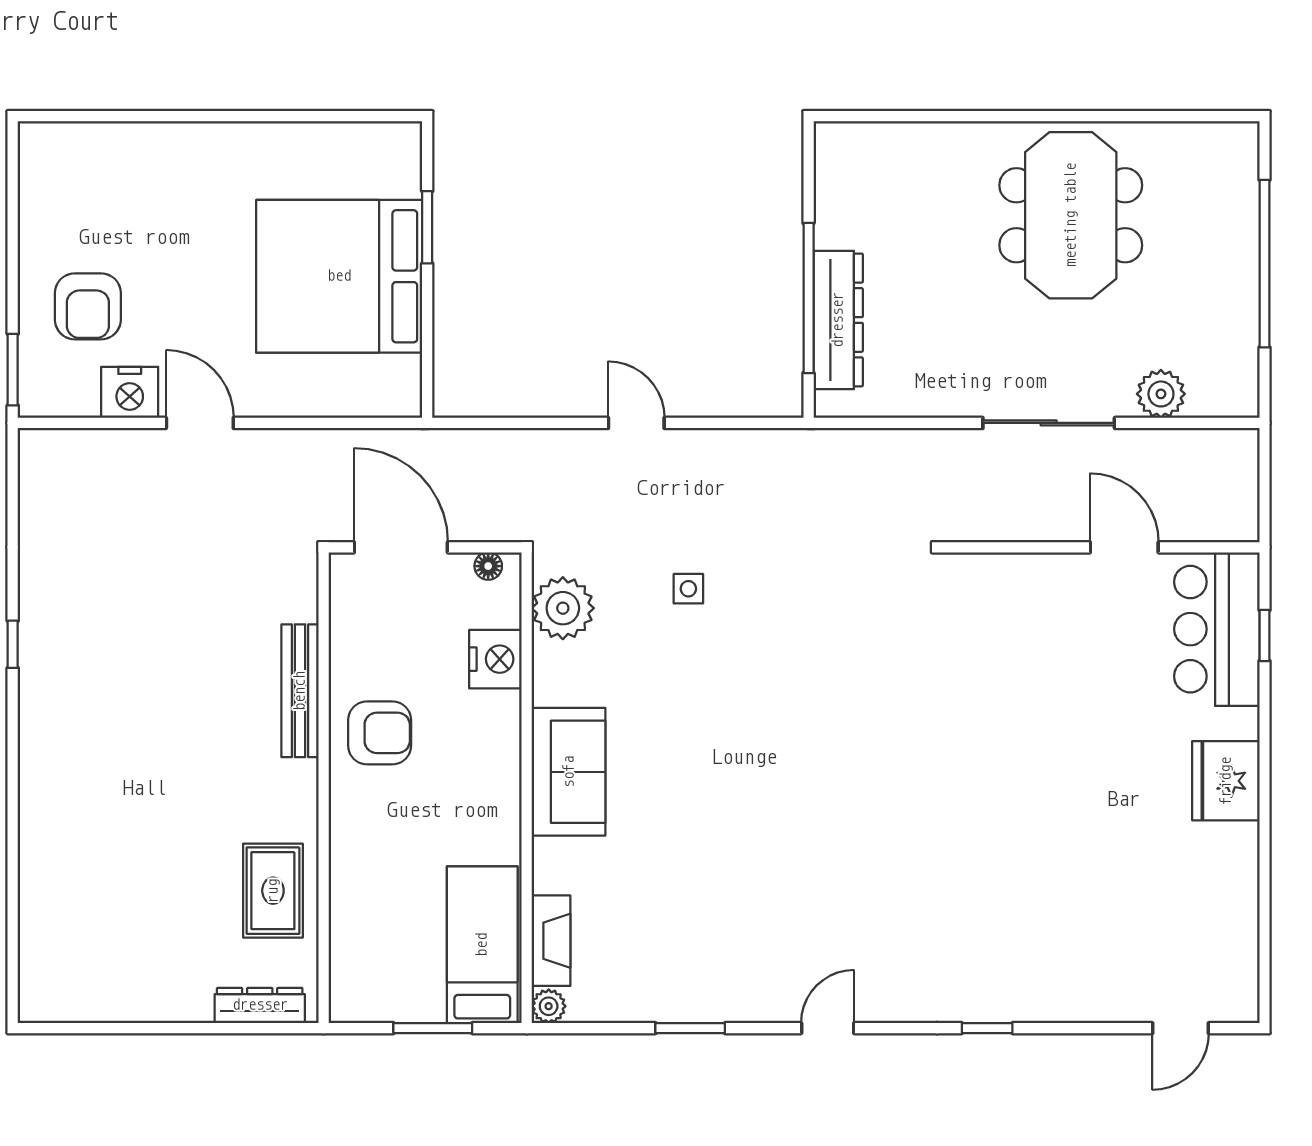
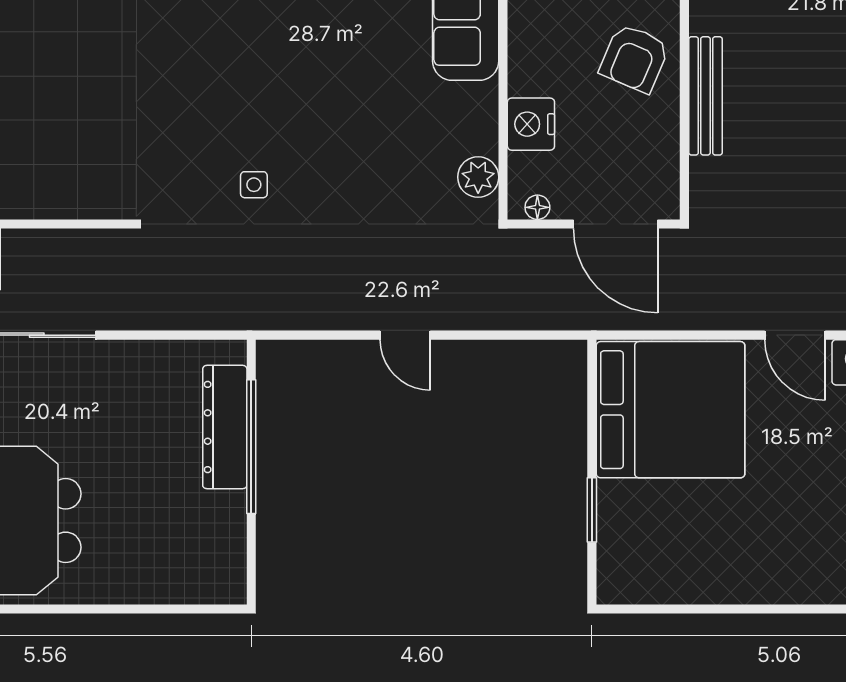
bed: (339, 276) -> (670, 410), moved
side table: (688, 589) -> (254, 185), moved
plant: (563, 608) -> (478, 177), width x0.73, depth x0.73
armchair: (380, 733) -> (634, 58), turned -67

